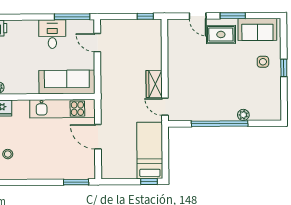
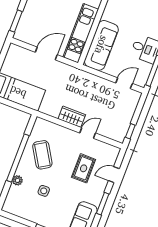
rug: (221, 34) -> (84, 168), moved
side table: (263, 62) -> (44, 191), moved
coffee table: (206, 99) -> (42, 155), added
door: (165, 107) -> (88, 133), moved

